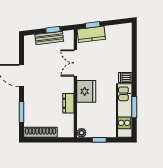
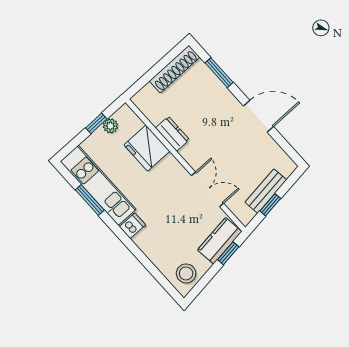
stool: (120, 33) -> (186, 273), added
fridge: (86, 91) -> (147, 148), moved
plant: (82, 133) -> (110, 126), moved

